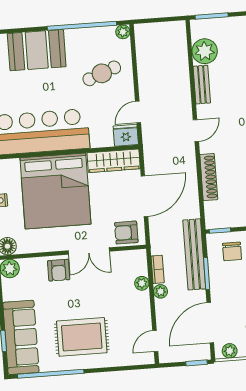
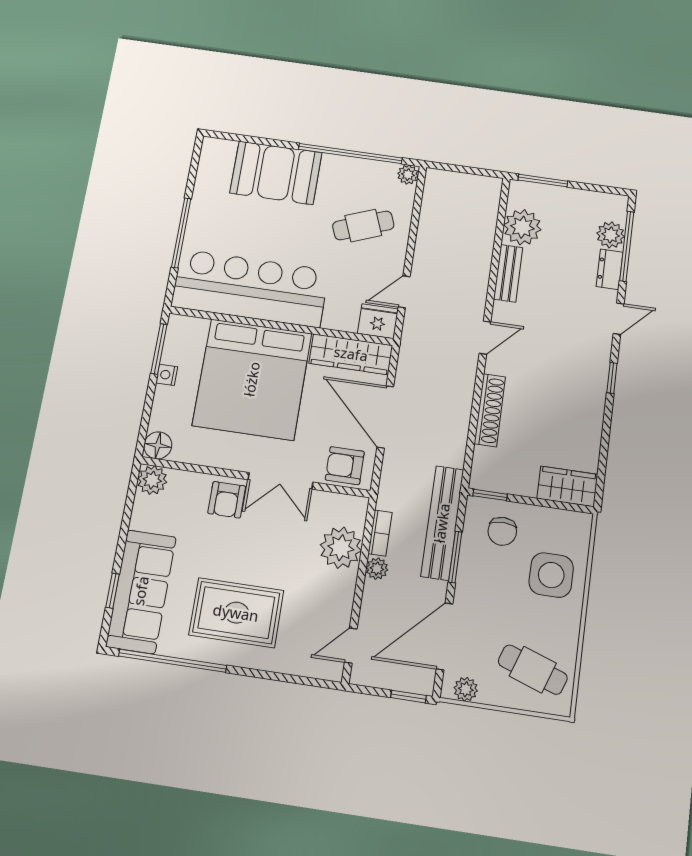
door: (144, 196) -> (385, 417), swing flipped
plant: (142, 283) -> (341, 548), width x1.88, depth x1.88

